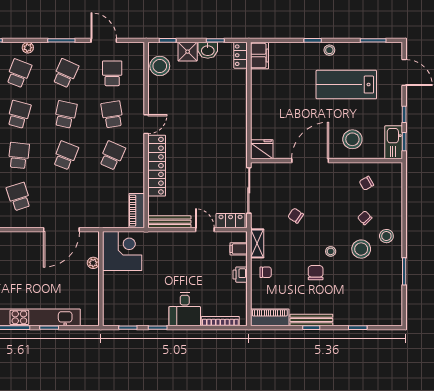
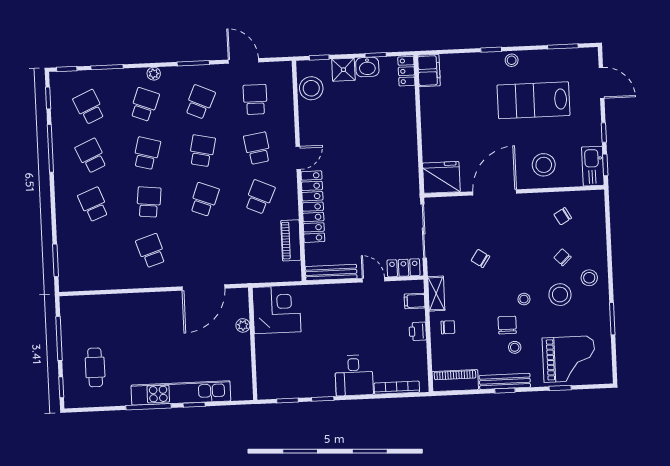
fridge: (262, 149) -> (441, 177), width x1.36, depth x1.34
piano: (137, 211) -> (291, 240), moved
stool: (321, 292) -> (515, 347), added
grand piano: (366, 304) -> (569, 359), added

